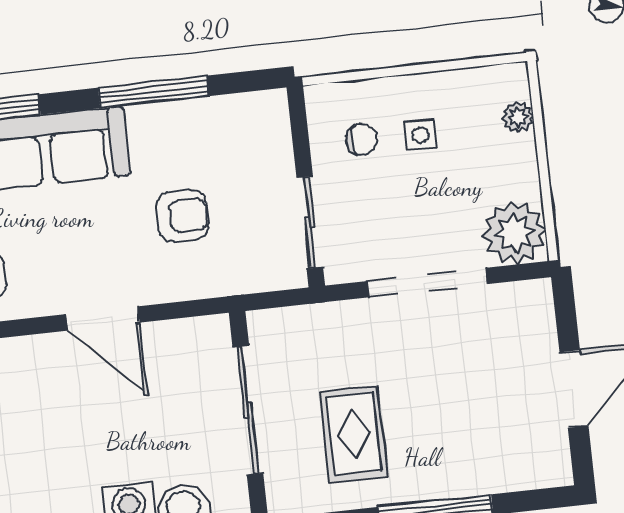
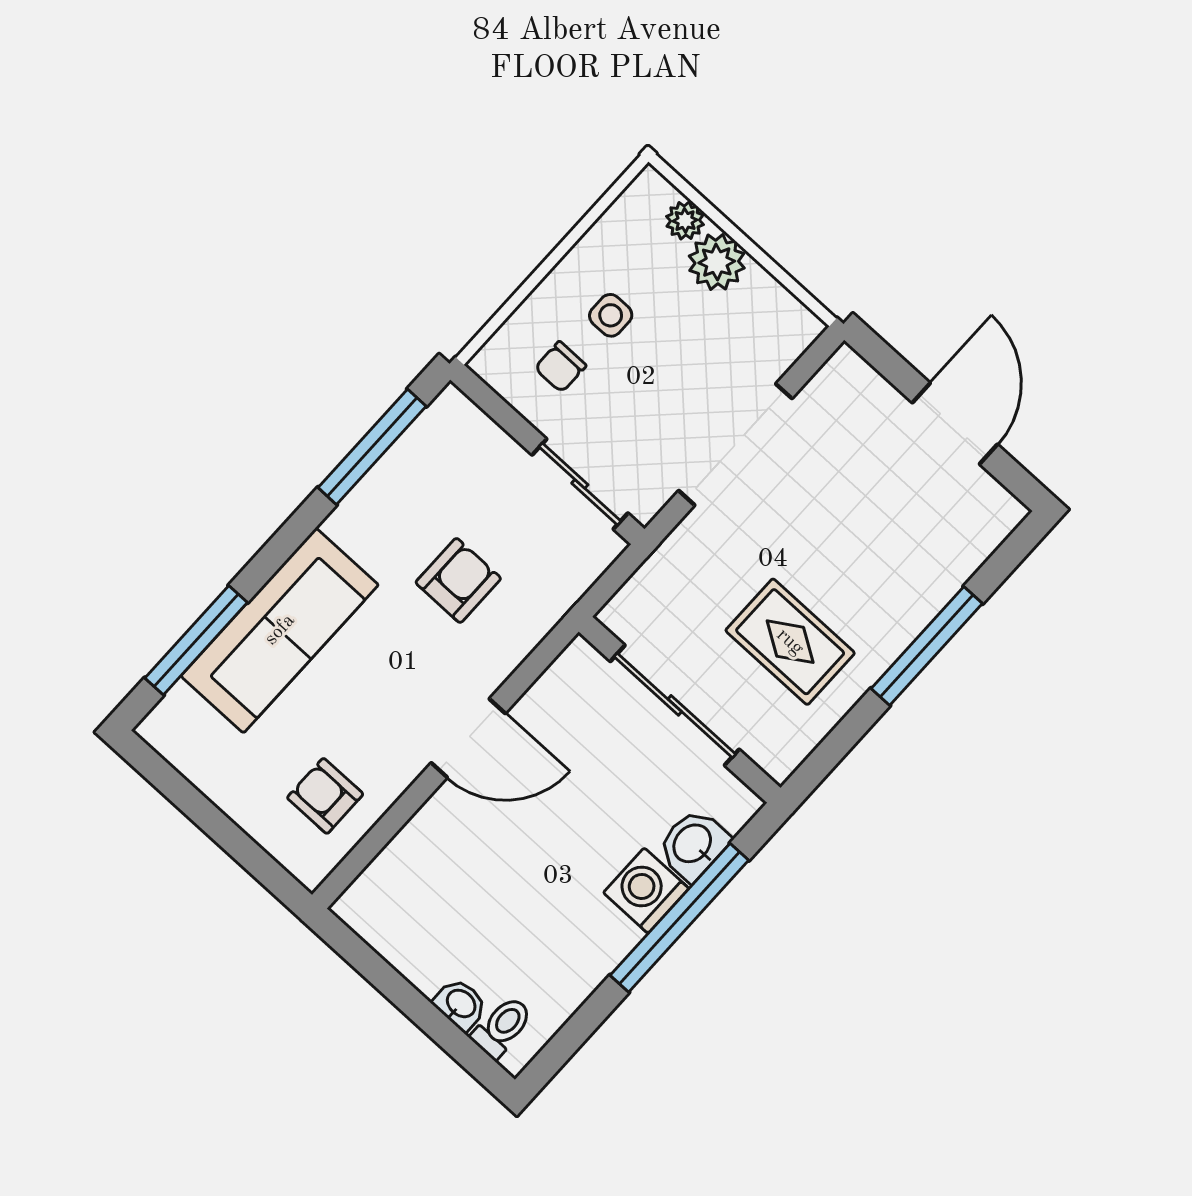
window: (154, 92) -> (372, 447), moved
chair: (361, 140) -> (560, 367), turned 180
plant: (514, 233) -> (717, 262), moved, width x0.73, depth x0.73

